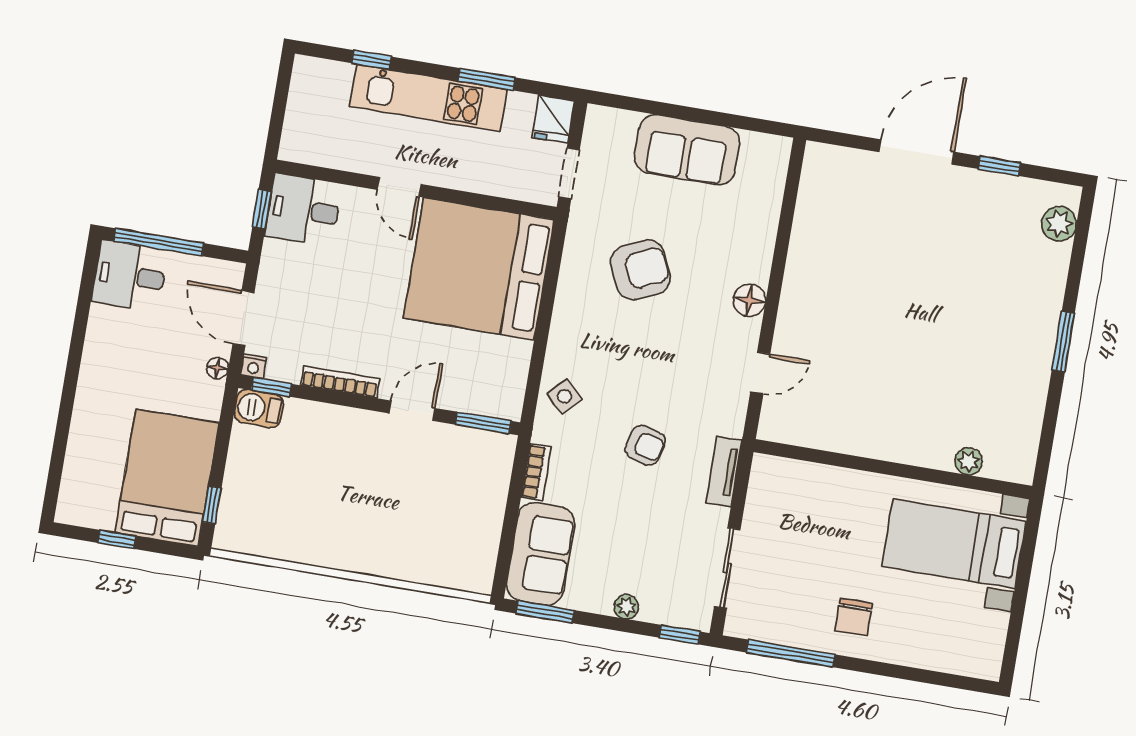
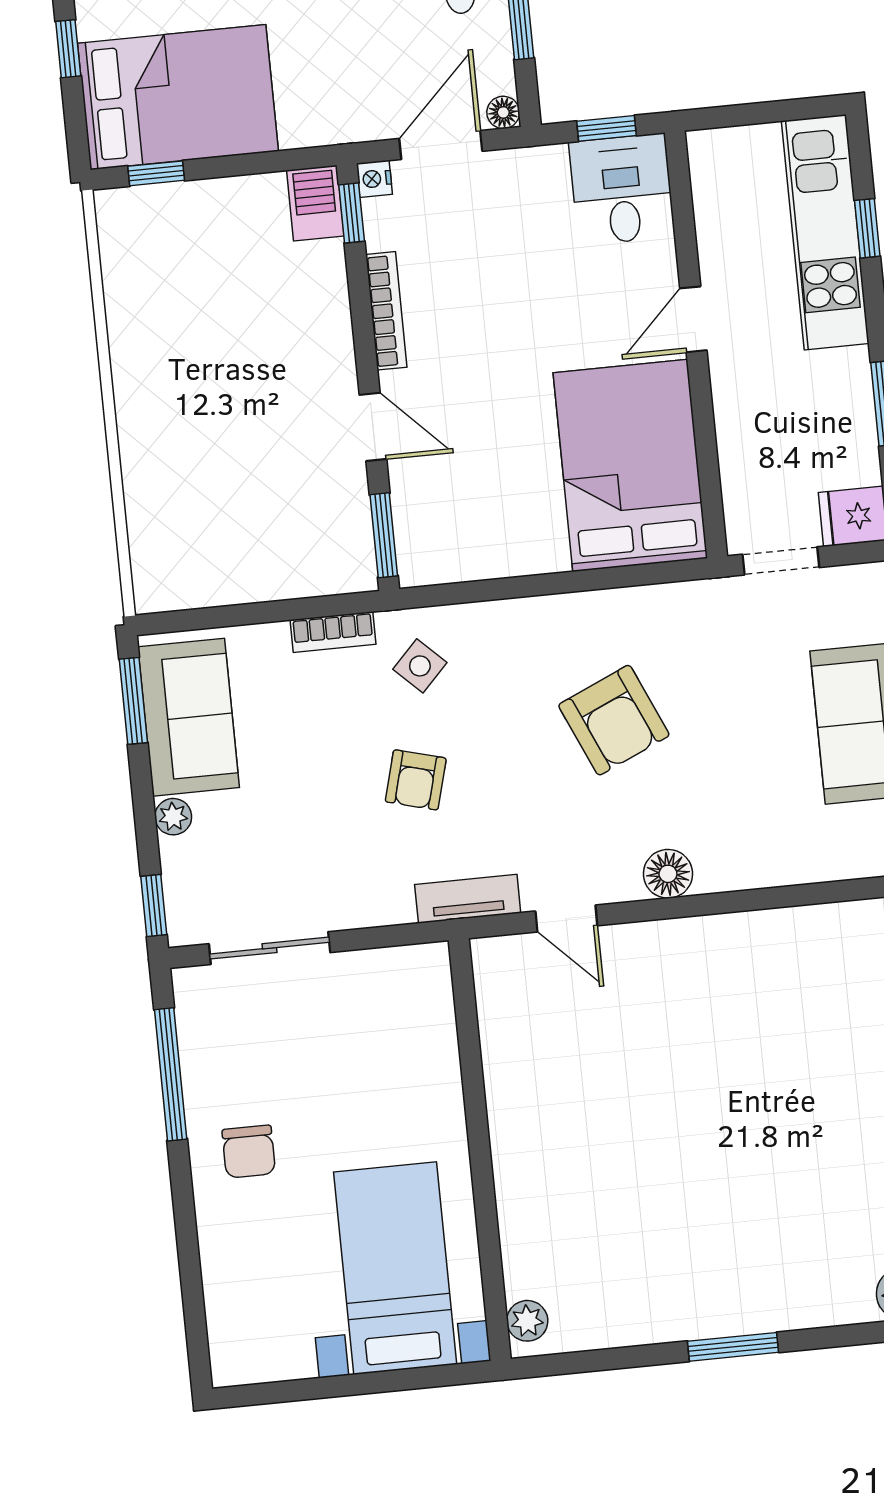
kitchen unit: (429, 98) -> (825, 232), moved
bed: (479, 269) -> (630, 465), width x0.73
armchair: (640, 270) -> (614, 720), moved
floor lamp: (218, 368) -> (503, 112), moved
side table: (565, 396) -> (420, 666), moved
plant: (969, 461) -> (527, 1321), moved
tv unit: (724, 471) -> (468, 899), moved
sofa: (540, 554) -> (189, 717), moved, turned -90
chair: (854, 617) -> (249, 1152), turned -90

